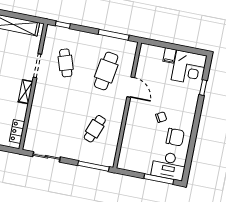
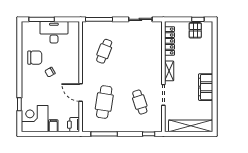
printer: (146, 52) -> (74, 125), added
locker: (17, 132) -> (169, 41), width x1.53
chair: (175, 137) -> (35, 58), turned 180
desk: (169, 166) -> (54, 32), moved

